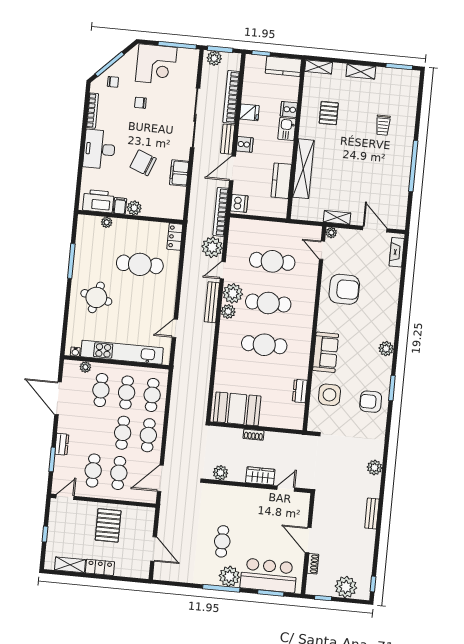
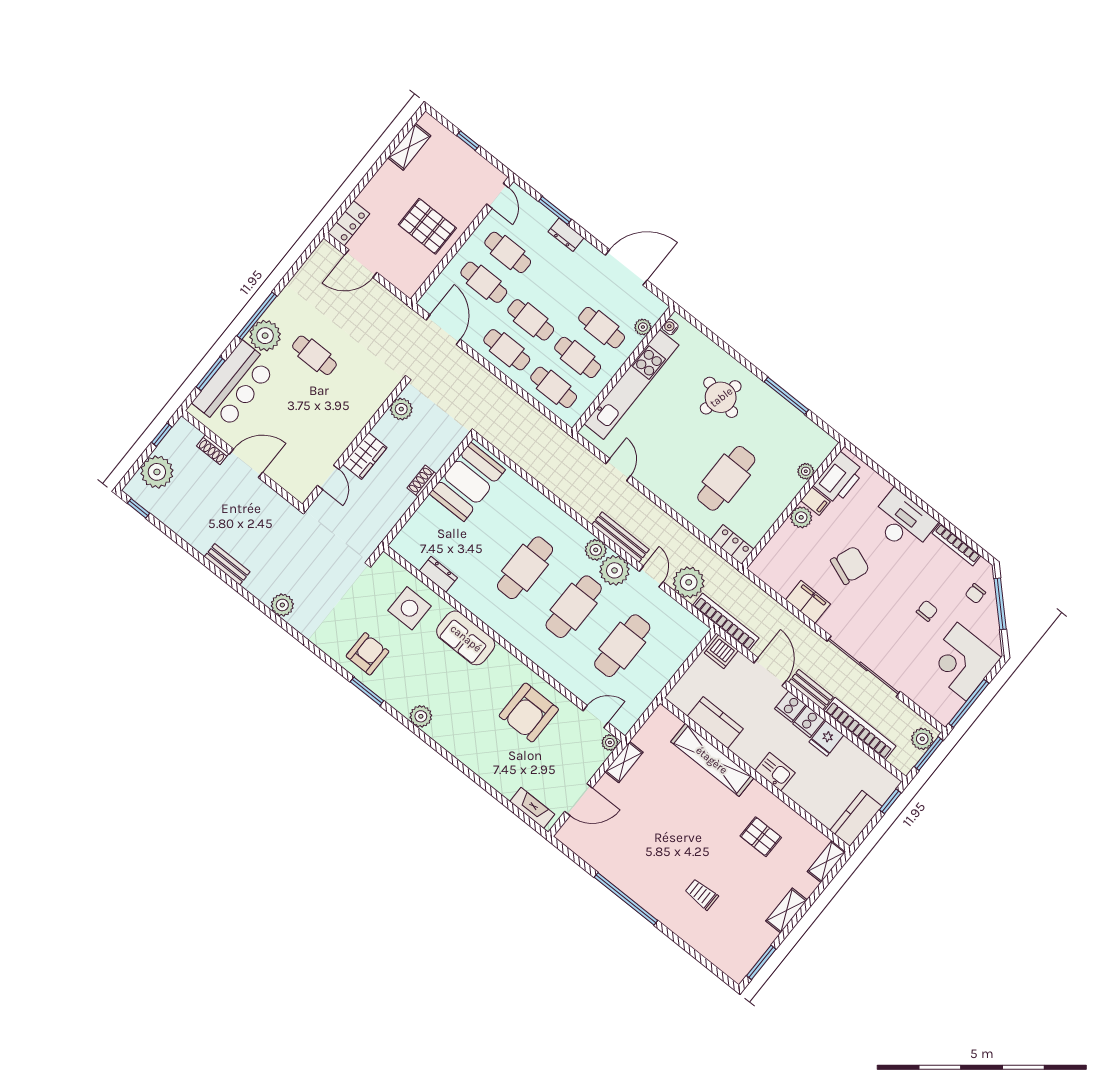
cooker: (289, 109) -> (809, 722), moved, turned 180
locker: (100, 567) -> (349, 223), moved

